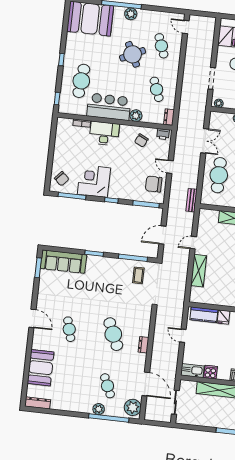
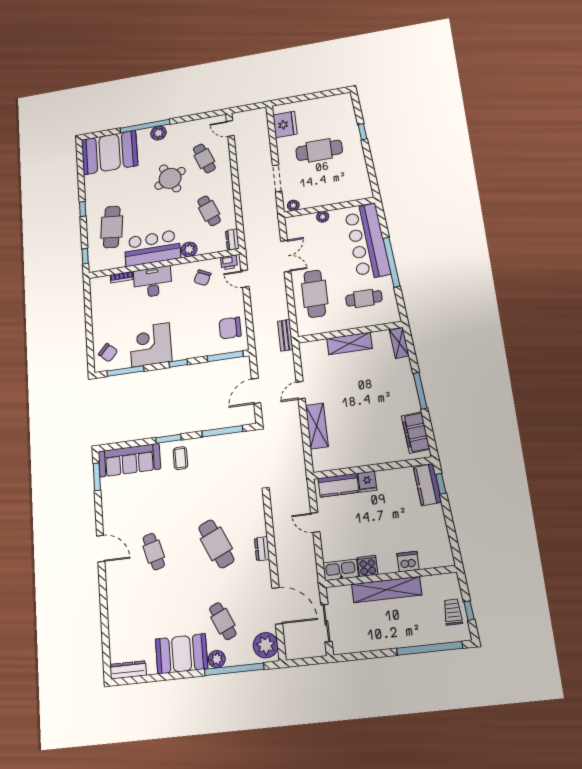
door: (170, 167) -> (245, 279), moved
coffee table: (138, 275) -> (180, 458), moved
booth: (41, 368) -> (182, 654), moved, turned 90

